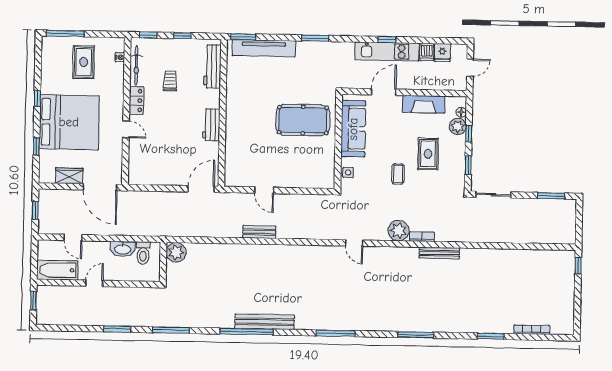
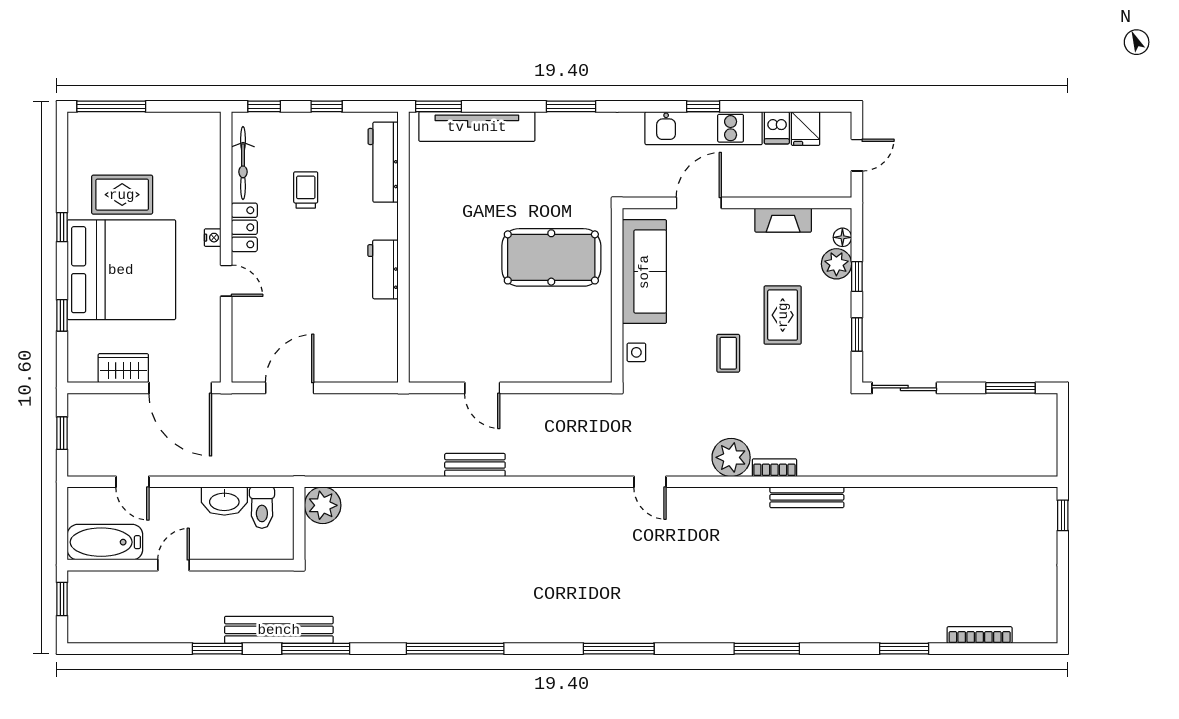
nightstand: (120, 57) -> (213, 238), moved
rug: (84, 62) -> (122, 195), moved, turned 90
fireplace: (424, 104) -> (783, 220), width x0.73, depth x0.76
door: (201, 189) -> (290, 388), moved
bench: (265, 322) -> (279, 630), moved

